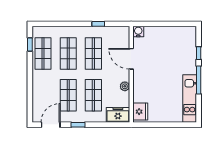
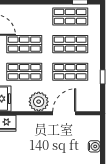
water cooler: (138, 32) -> (94, 146), moved
plant: (125, 86) -> (39, 102), width x1.87, depth x1.87

